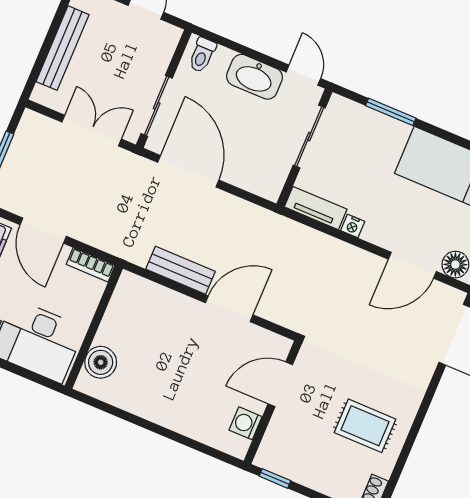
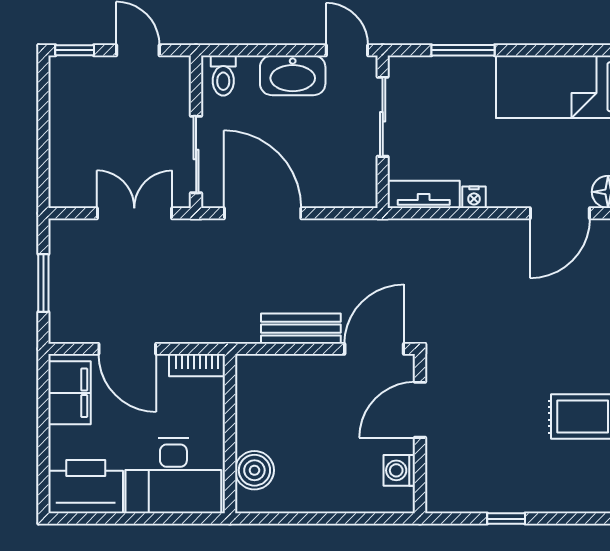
bench: (63, 48) -> (63, 134), removed
door: (280, 384) -> (420, 410), moved
wall: (273, 402) -> (420, 434), moved
washing machine: (246, 423) -> (399, 470), moved

